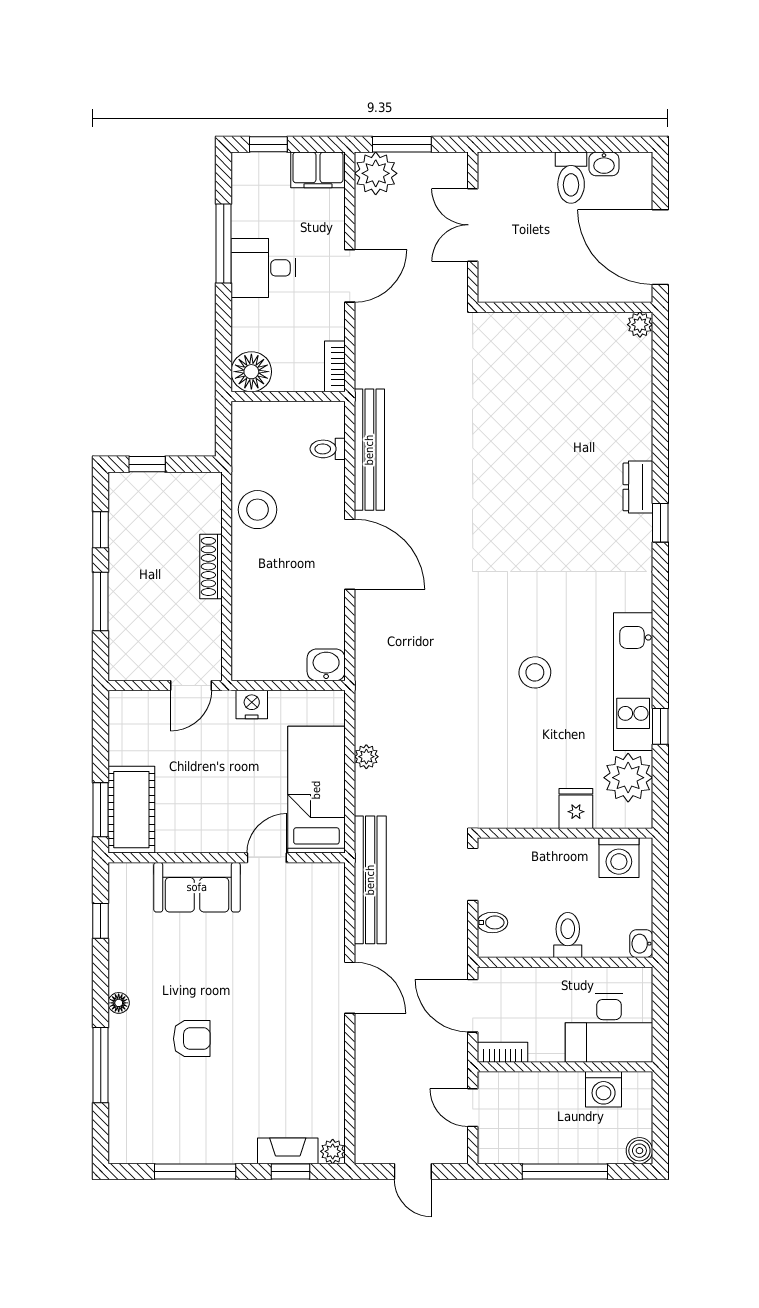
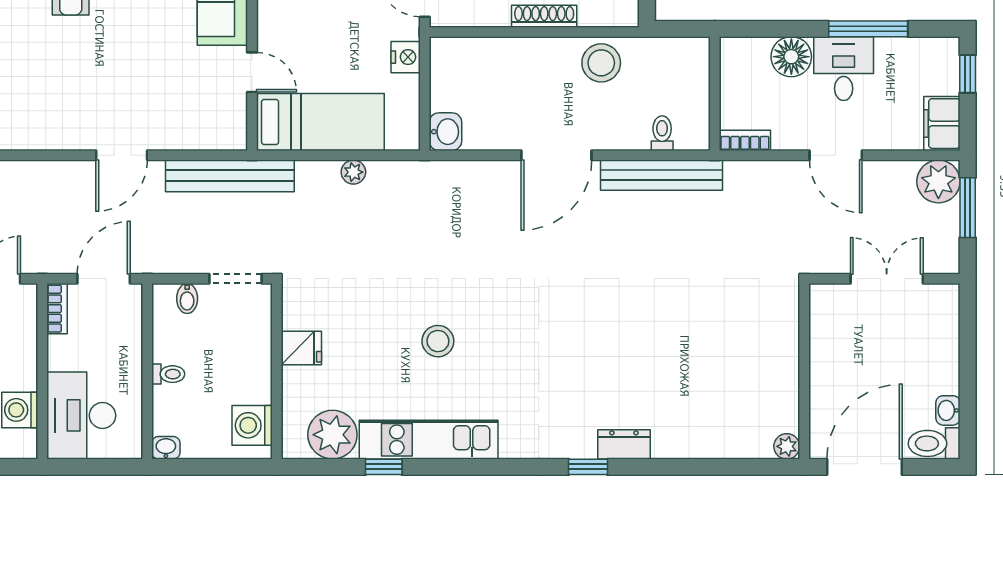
toilet: (571, 178) -> (934, 443), moved
floor lamp: (251, 372) -> (791, 57), moved
fridge: (576, 809) -> (301, 348), moved
toilet: (568, 935) -> (168, 374), width x0.73, depth x0.72

